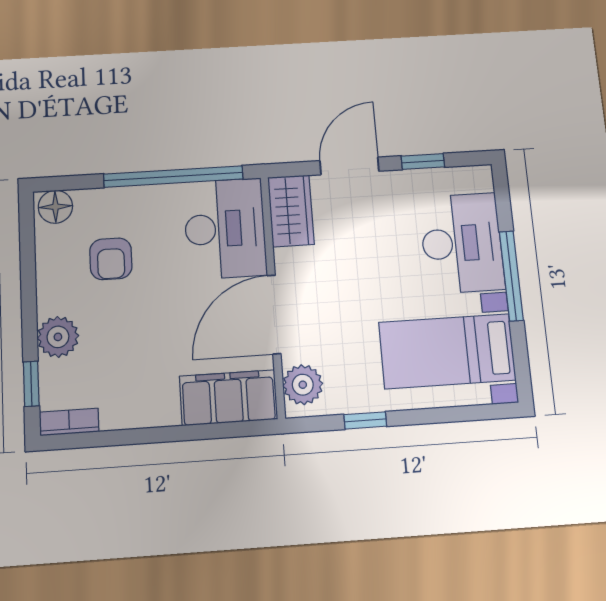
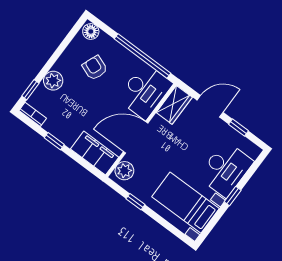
armchair: (111, 259) -> (95, 68), turned 111
window: (511, 276) -> (233, 196), width x0.46
window: (143, 436) -> (54, 141), added

